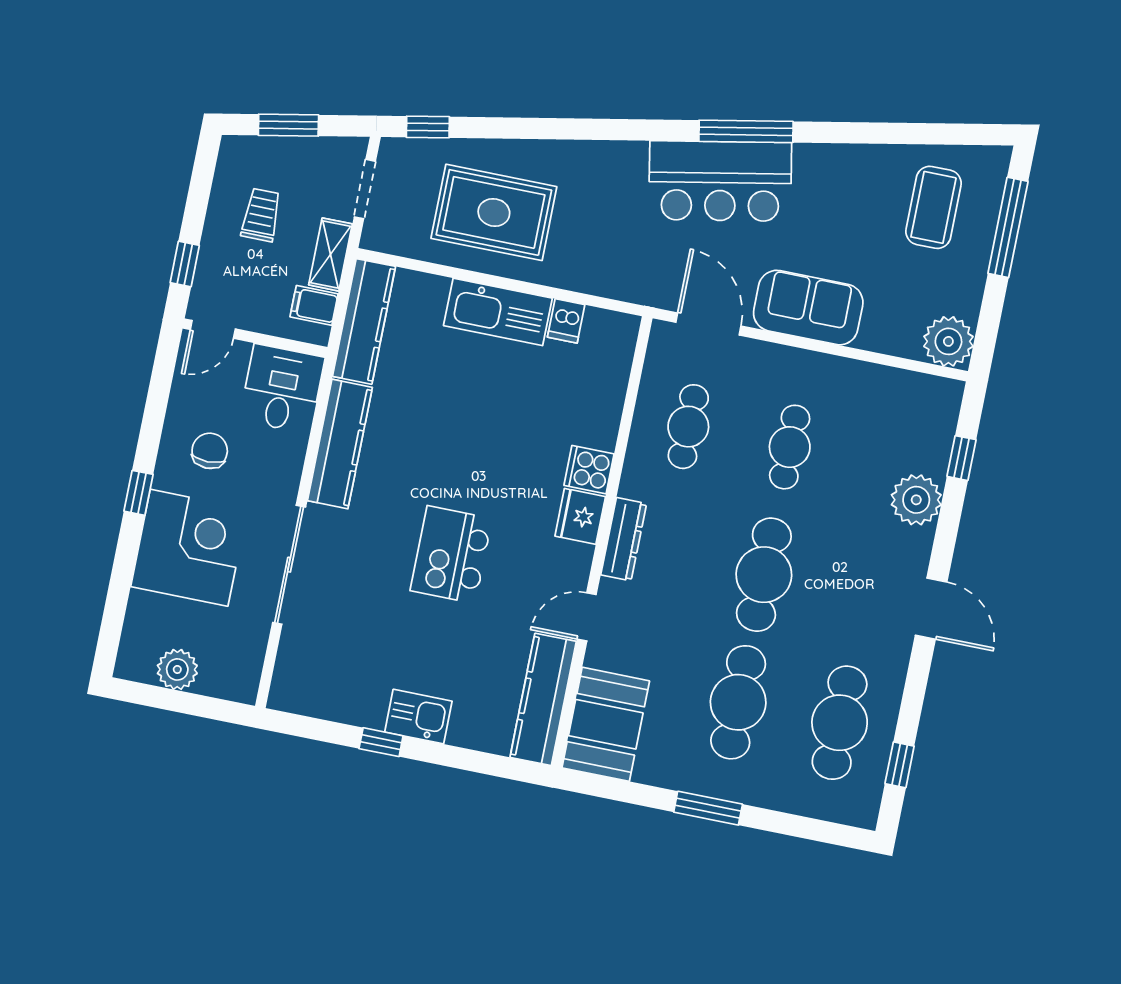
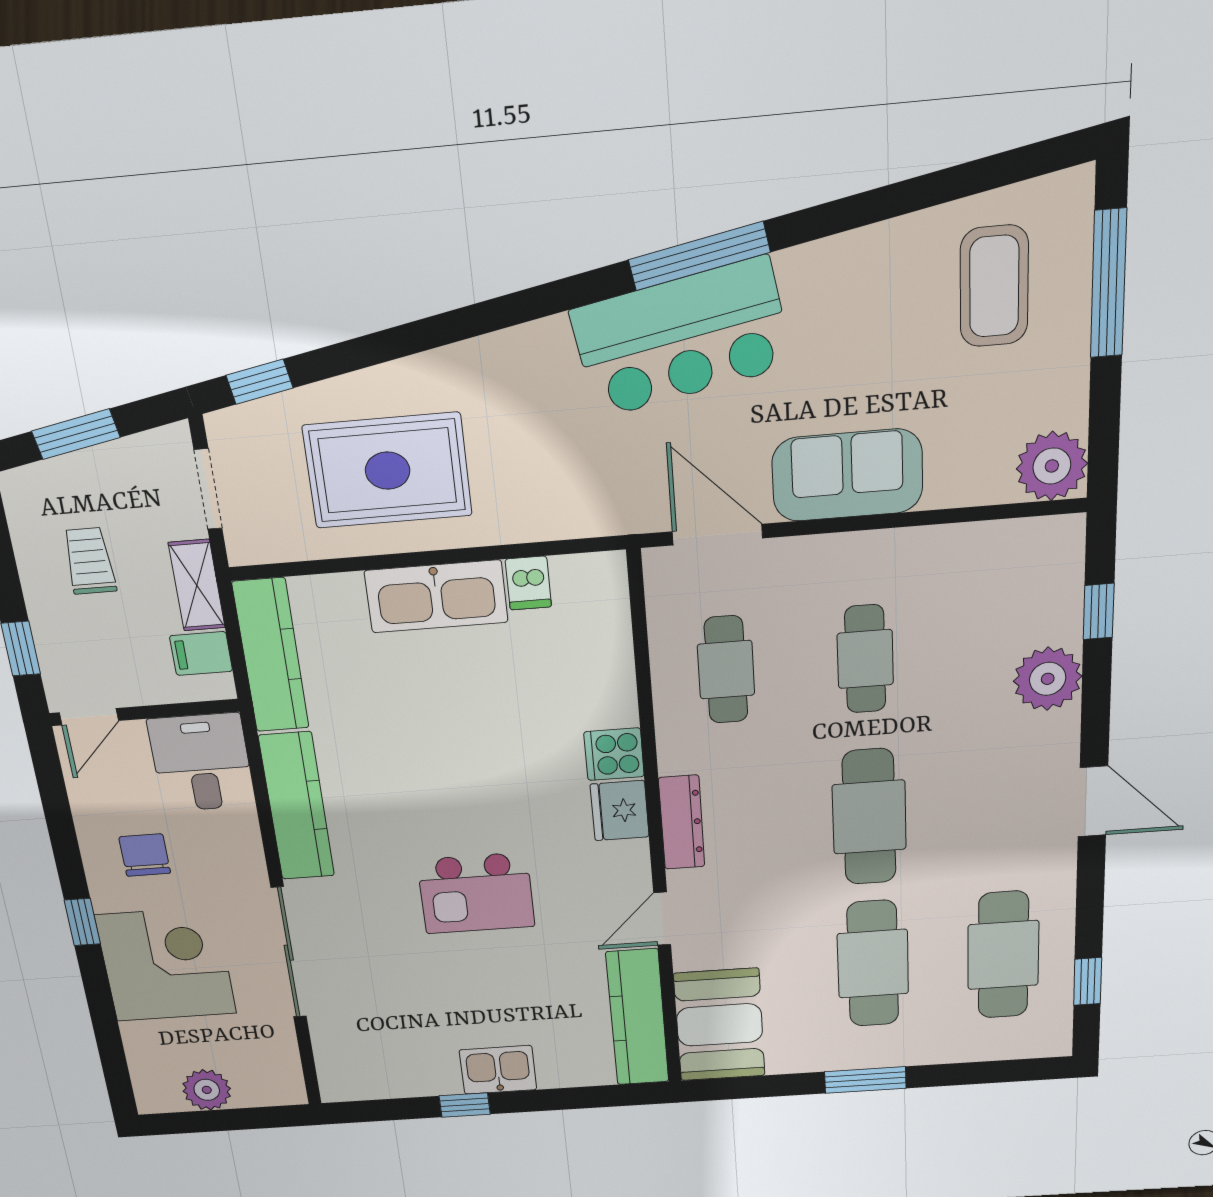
kitchen island: (451, 555) -> (476, 893), turned -90

